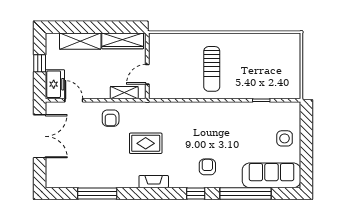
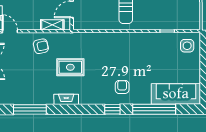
armchair: (111, 118) -> (41, 46), turned -103
side table: (285, 138) -> (187, 46), moved
fireplace: (154, 182) -> (66, 99), moved

